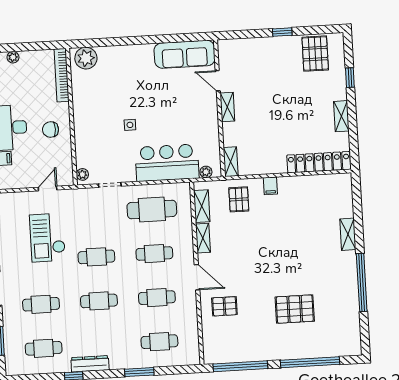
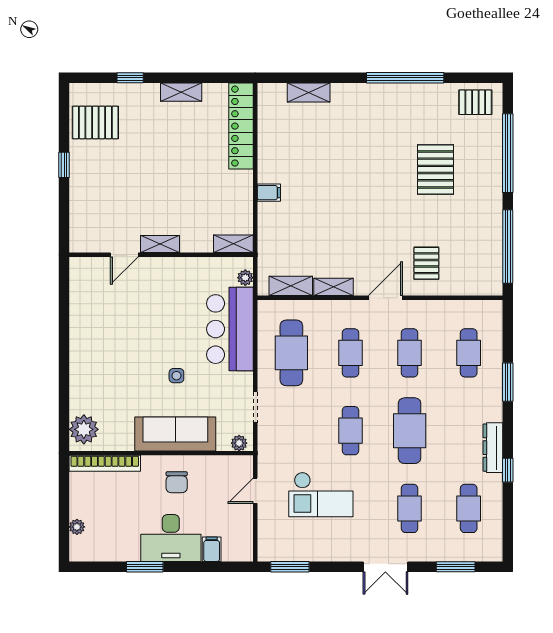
sofa: (185, 54) -> (175, 434), moved, turned -90
door: (48, 189) -> (255, 491), hinge flipped
pallet: (239, 199) -> (475, 102), moved
shelving: (348, 234) -> (309, 93), moved
cafe table: (99, 301) -> (410, 431), width x1.37, depth x1.35

